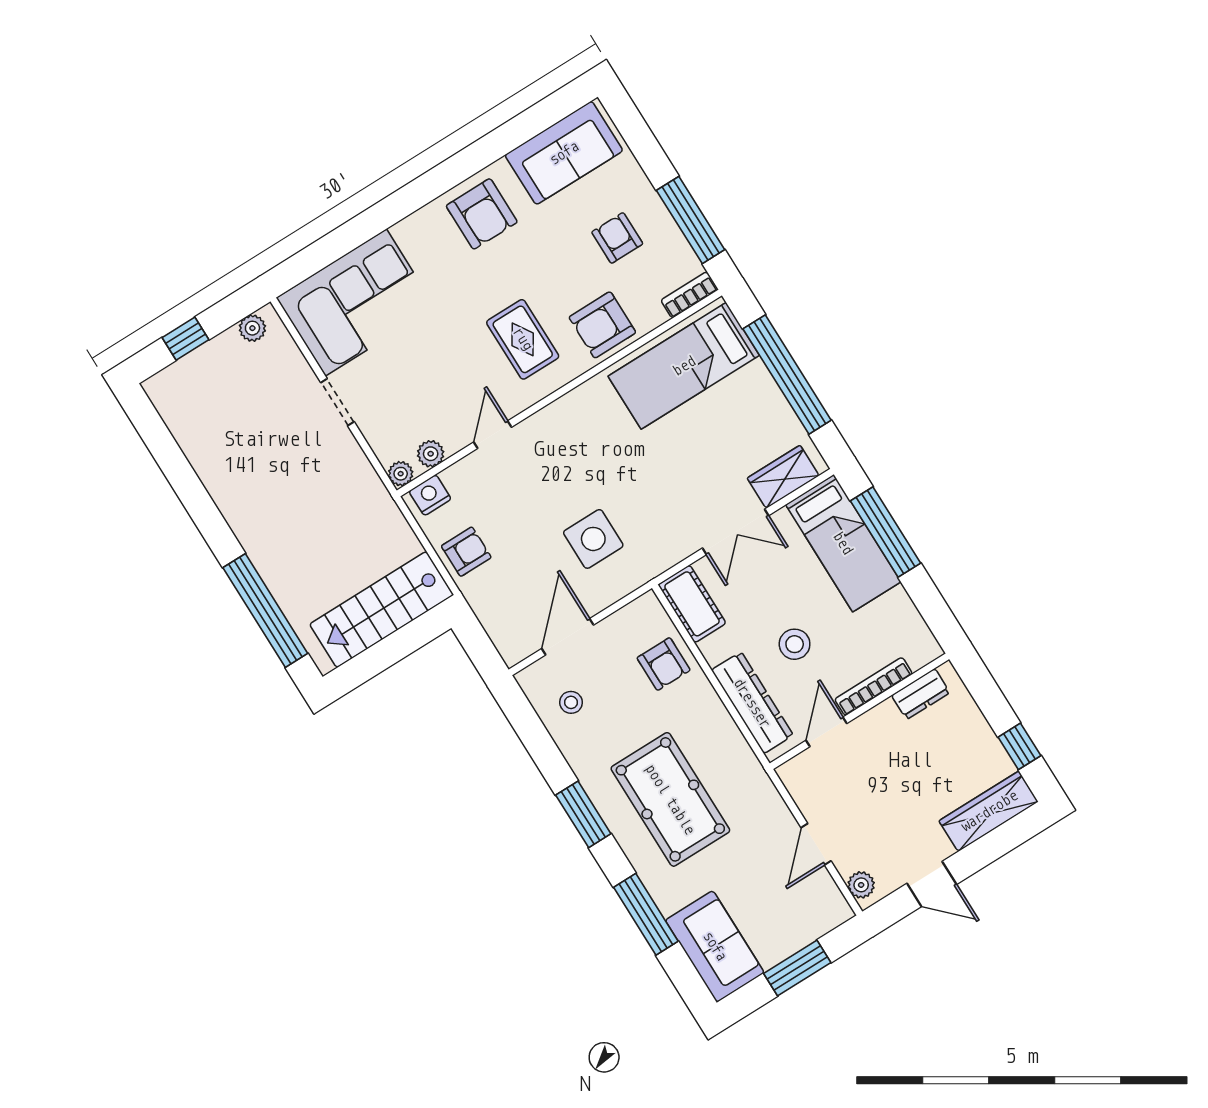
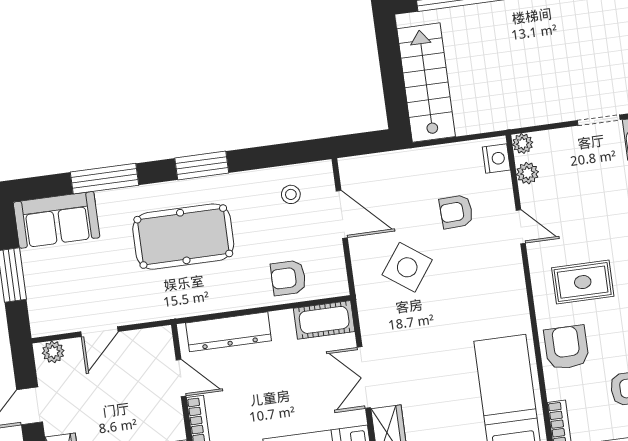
side table: (593, 539) -> (407, 267), turned 36
armchair: (466, 552) -> (456, 212), moved, turned 88
stool: (795, 644) -> (258, 384), removed
door: (816, 844) -> (99, 332), swing flipped

